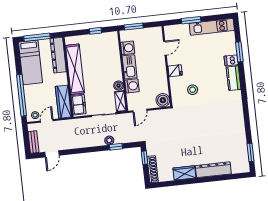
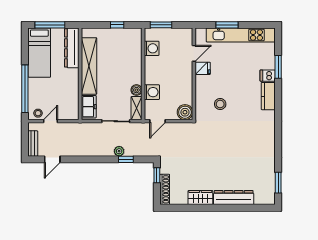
kitchen unit: (212, 27) -> (241, 35), width x1.36
kitchen sink: (130, 67) -> (151, 70), removed
fridge: (175, 71) -> (203, 68), moved
wardrobe: (63, 102) -> (72, 101), removed

